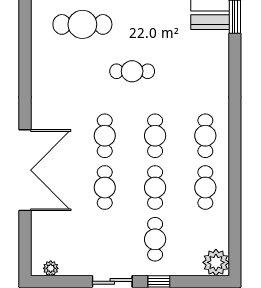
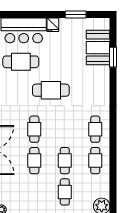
cafe table: (132, 71) -> (51, 90), width x1.37, depth x1.35
cafe table: (155, 136) -> (65, 129), removed

